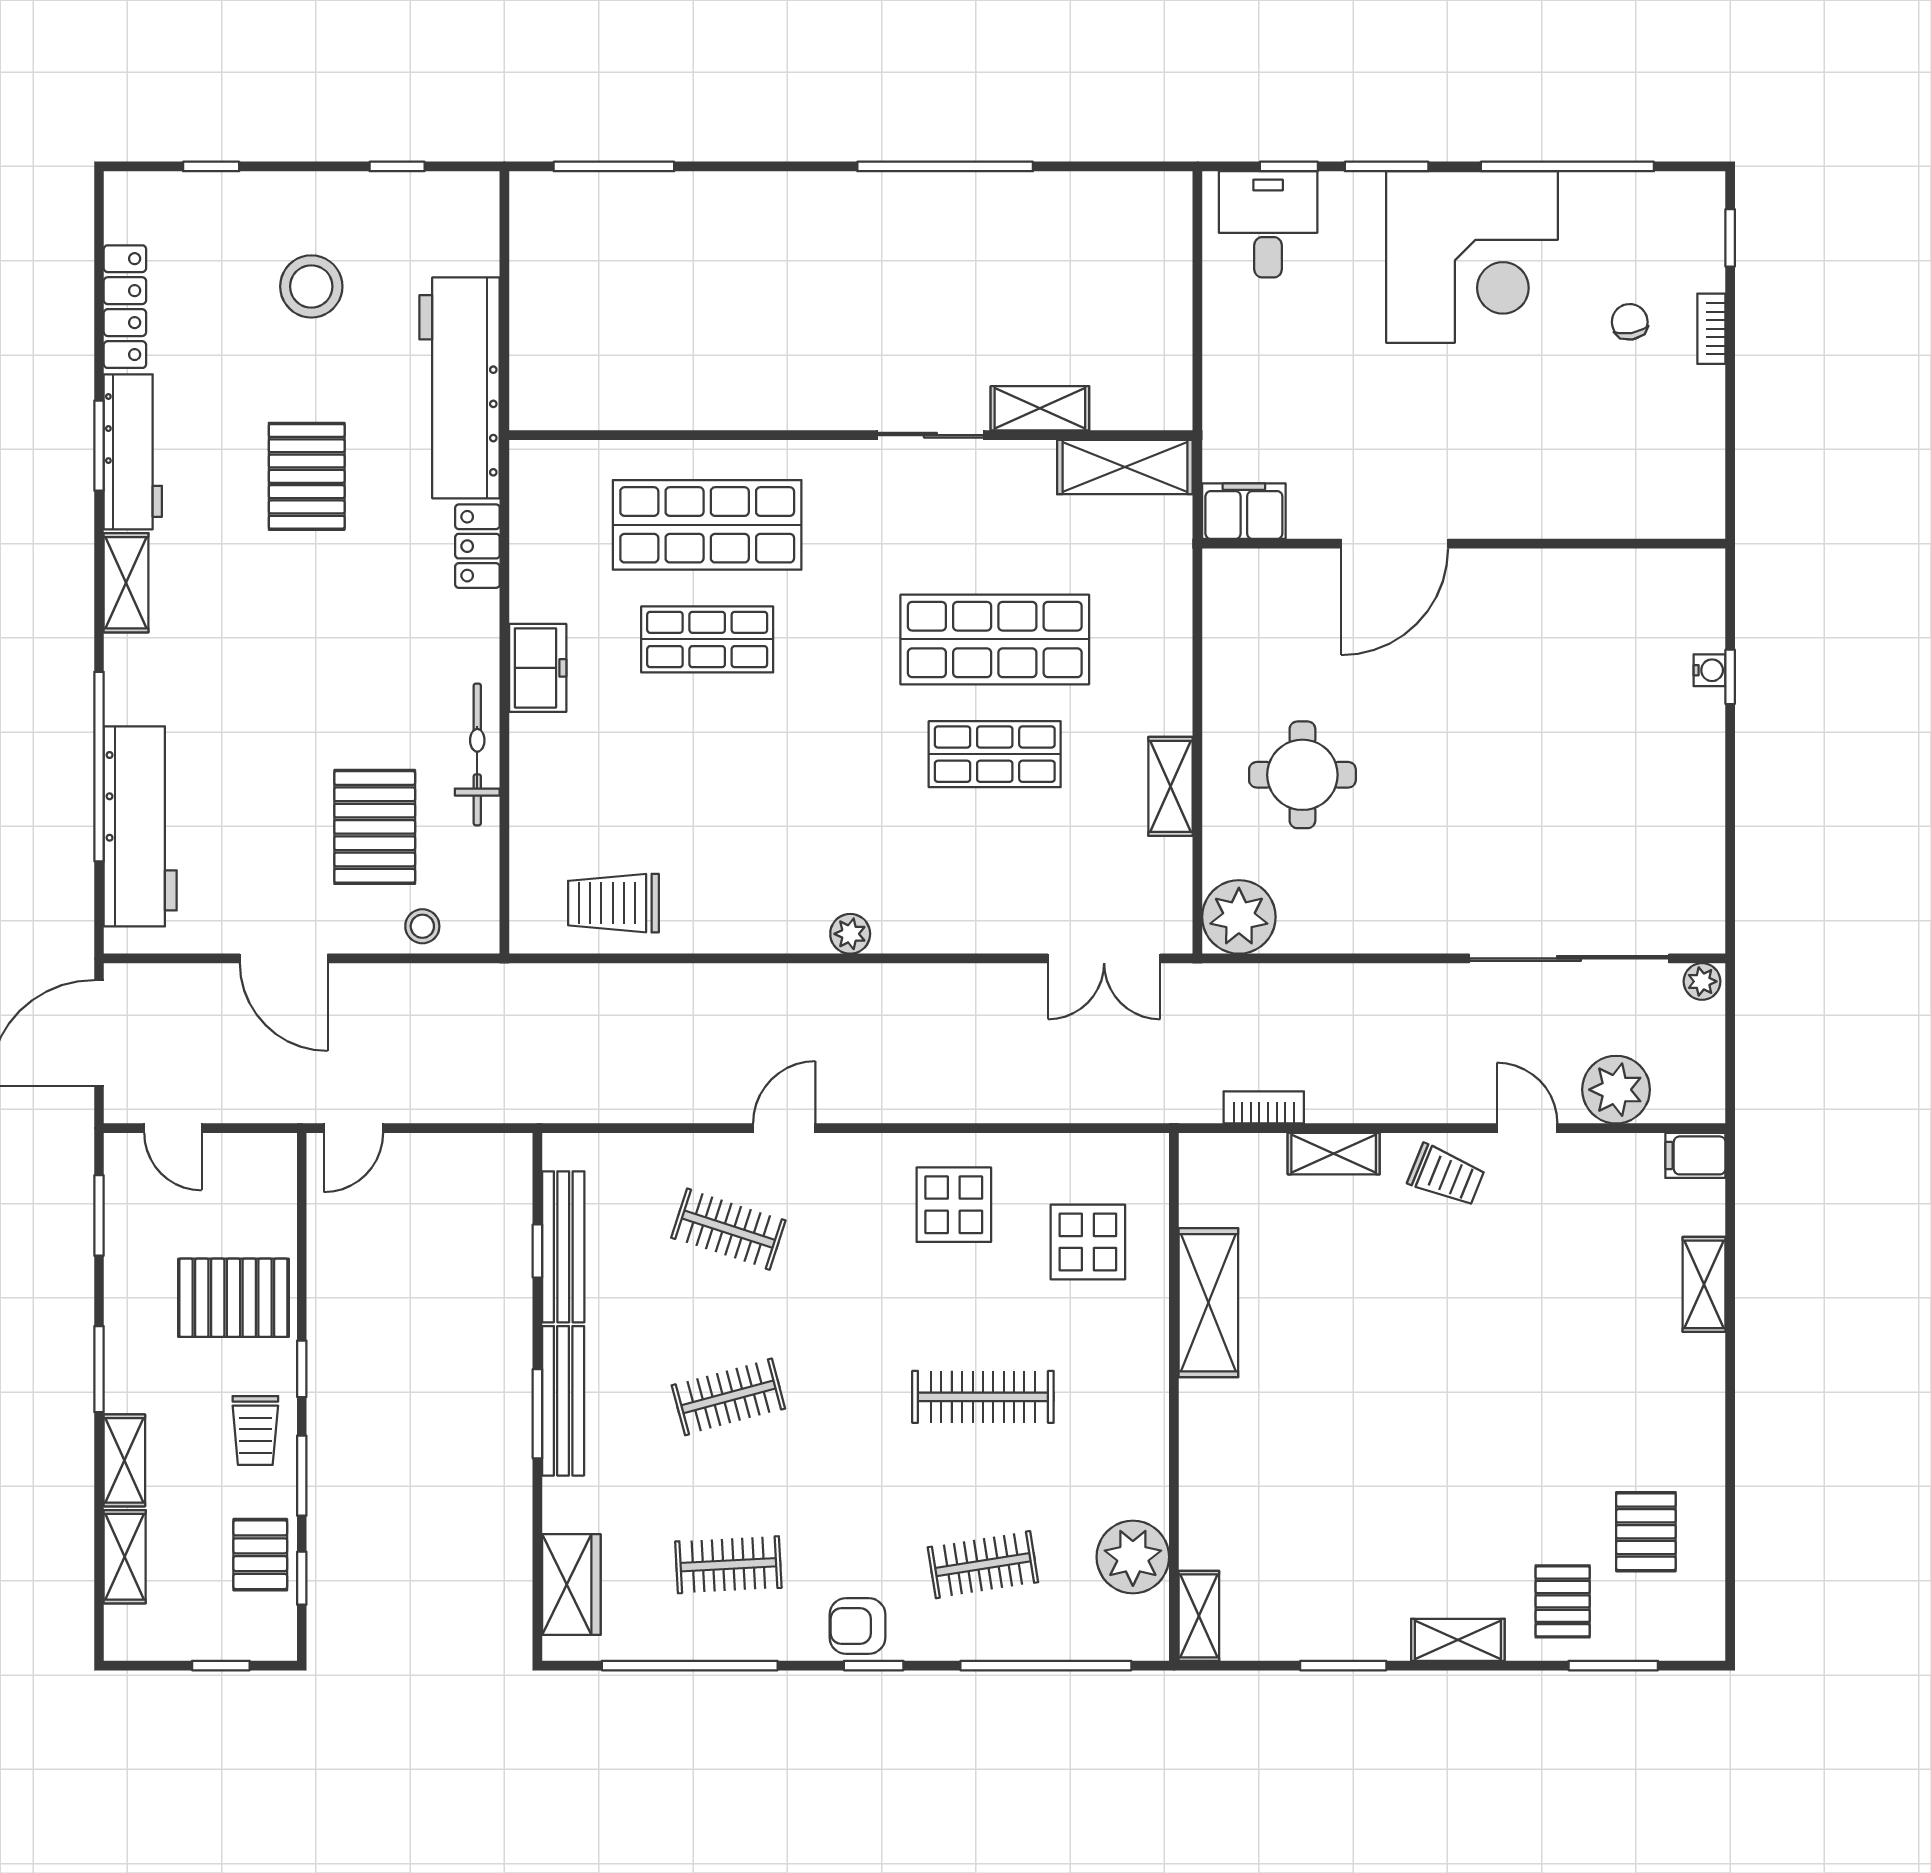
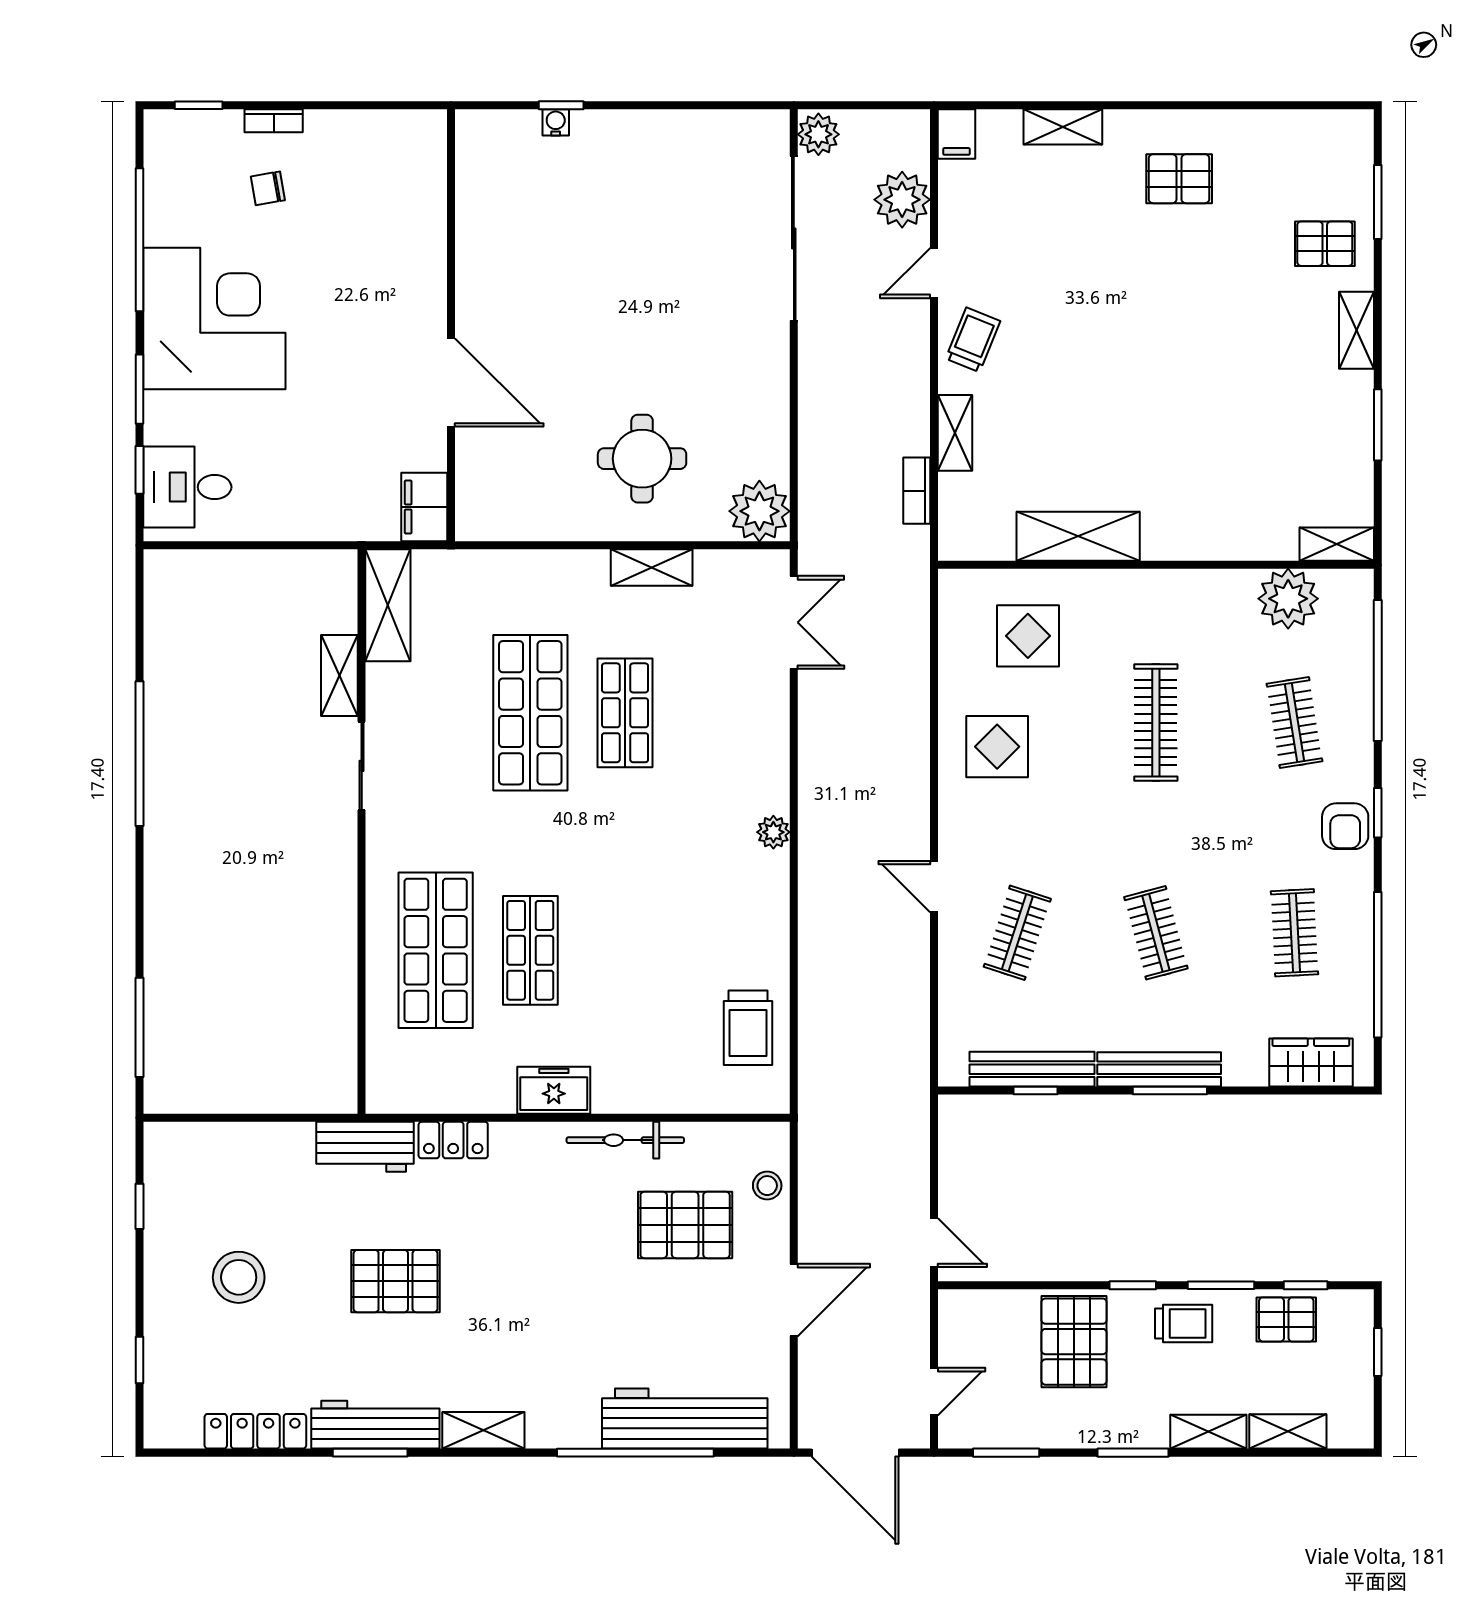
workbench: (460, 388) -> (365, 1147), width x0.53, depth x0.76
plant: (1702, 981) -> (818, 134), width x1.38, depth x1.38
pallet: (1646, 1532) -> (1179, 179), moved

